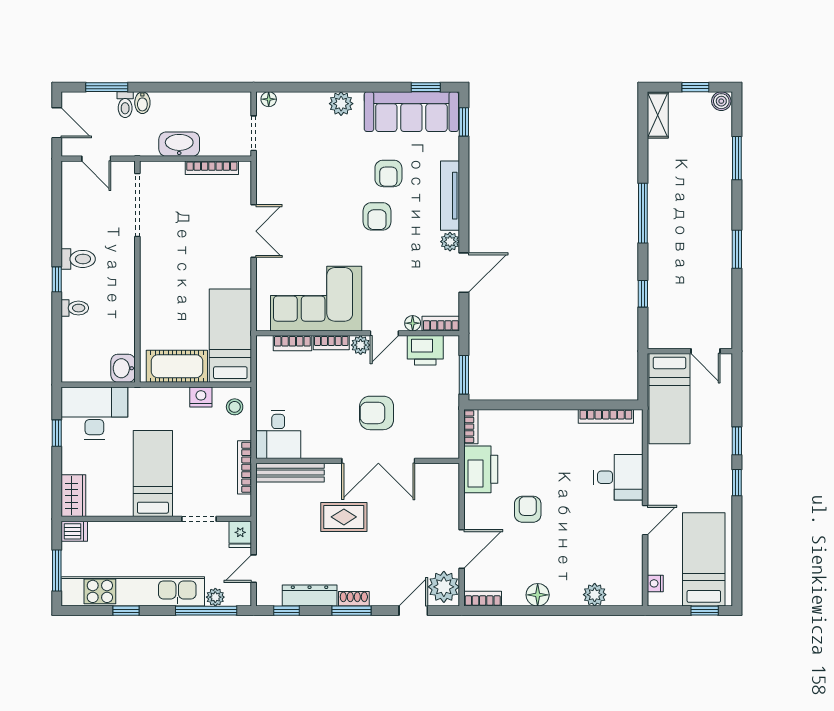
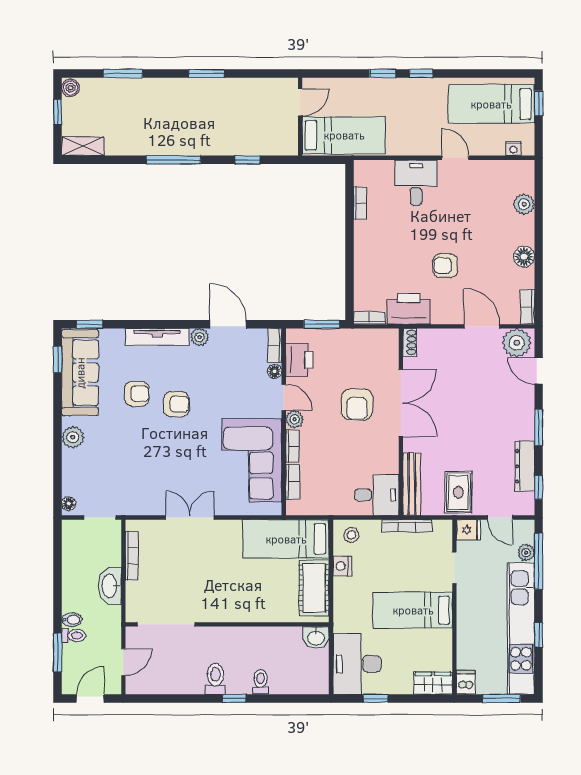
bookcase: (606, 416) -> (360, 203), width x0.64
rug: (344, 517) -> (458, 492), moved
shoe rack: (354, 599) -> (410, 342), moved, turned 180

